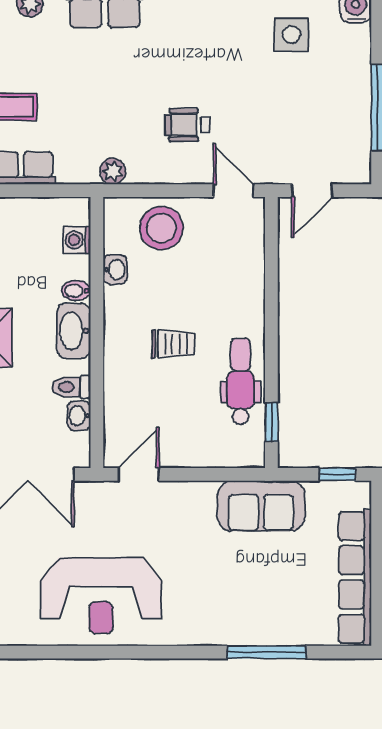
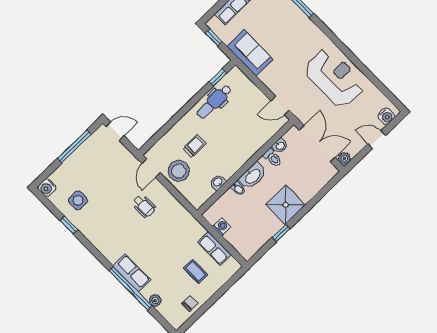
plant: (113, 171) -> (185, 216), removed
door: (312, 191) -> (115, 131), moved
stool: (161, 228) -> (179, 171), moved
washing machine: (77, 240) -> (222, 227), moved, turned -90
trolley: (173, 344) -> (195, 146), moved, turned 90

